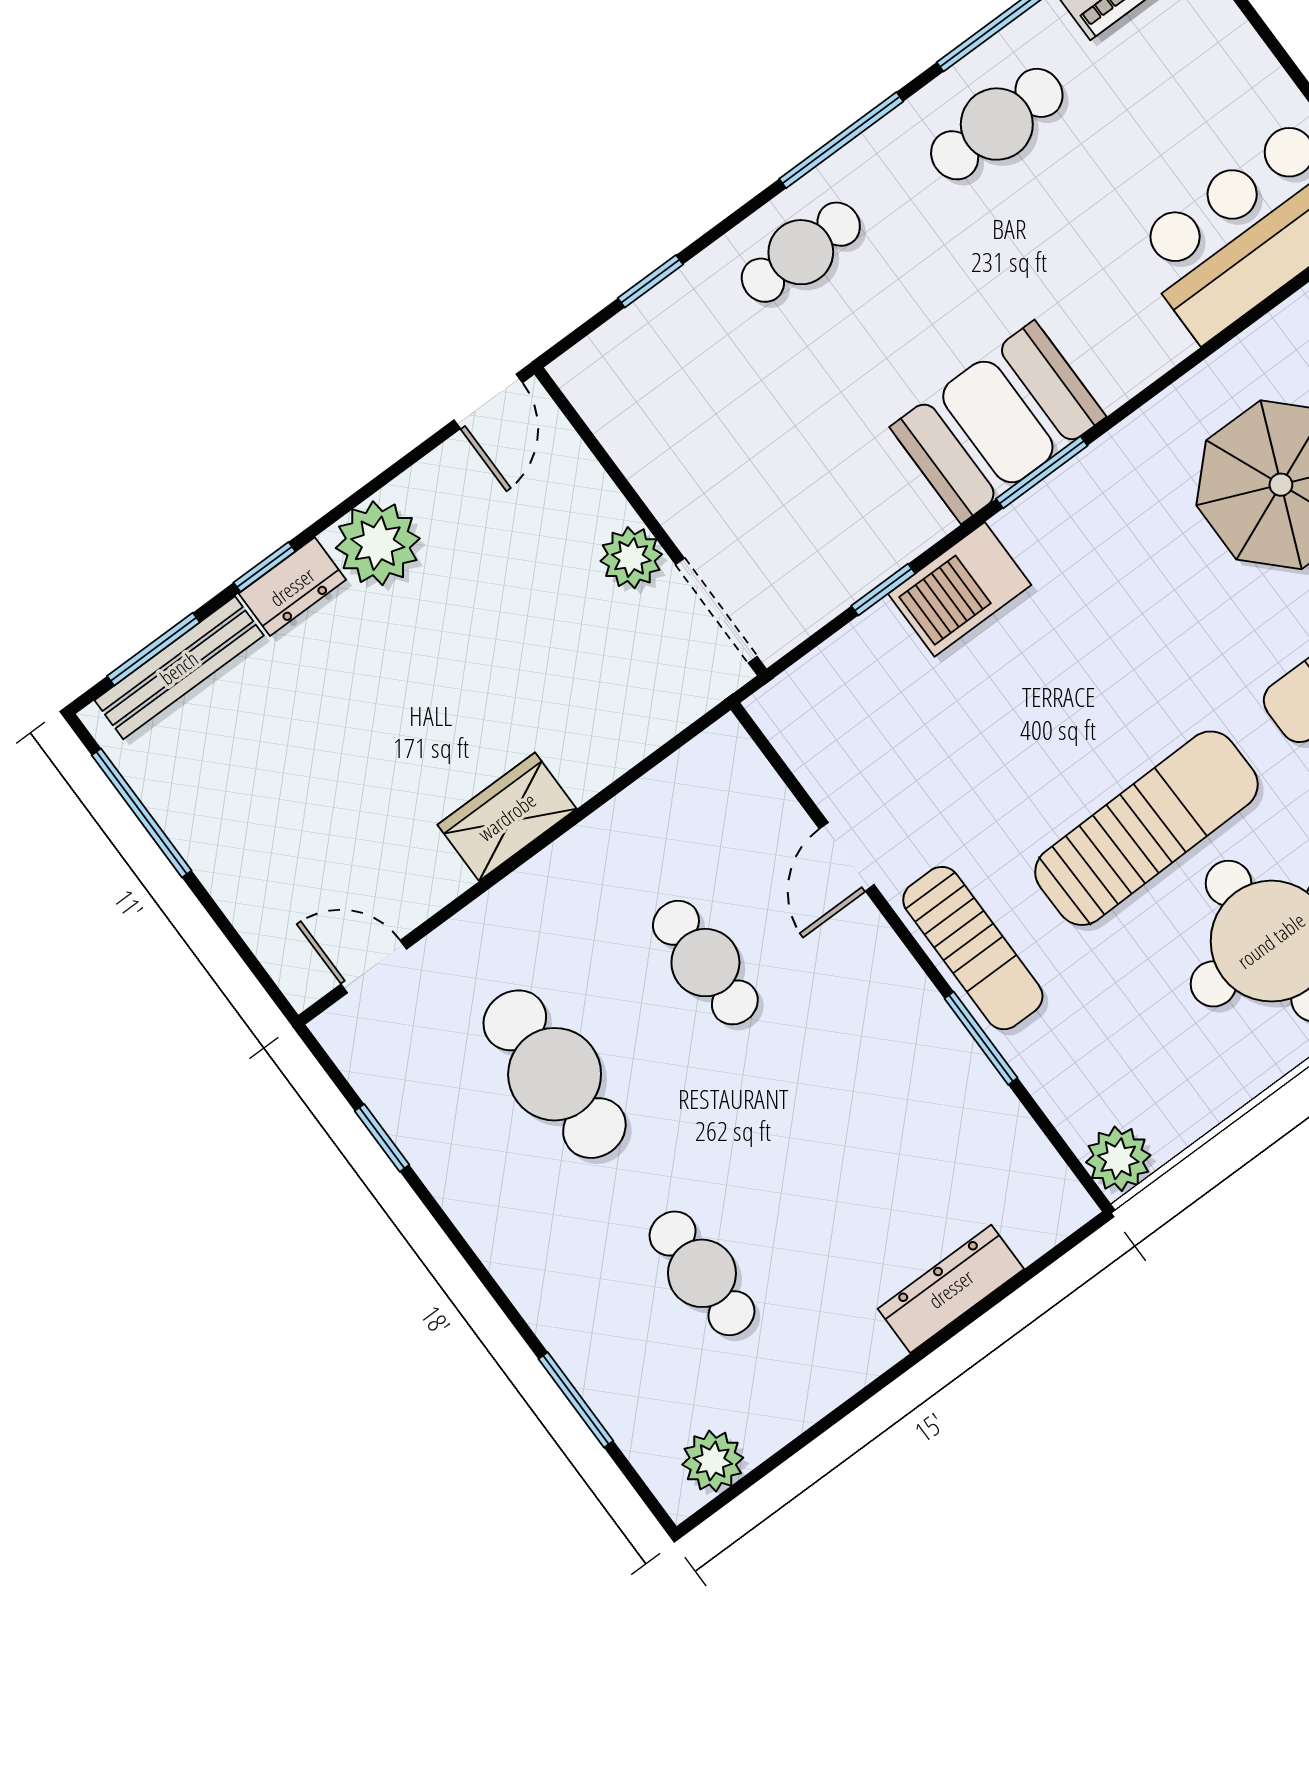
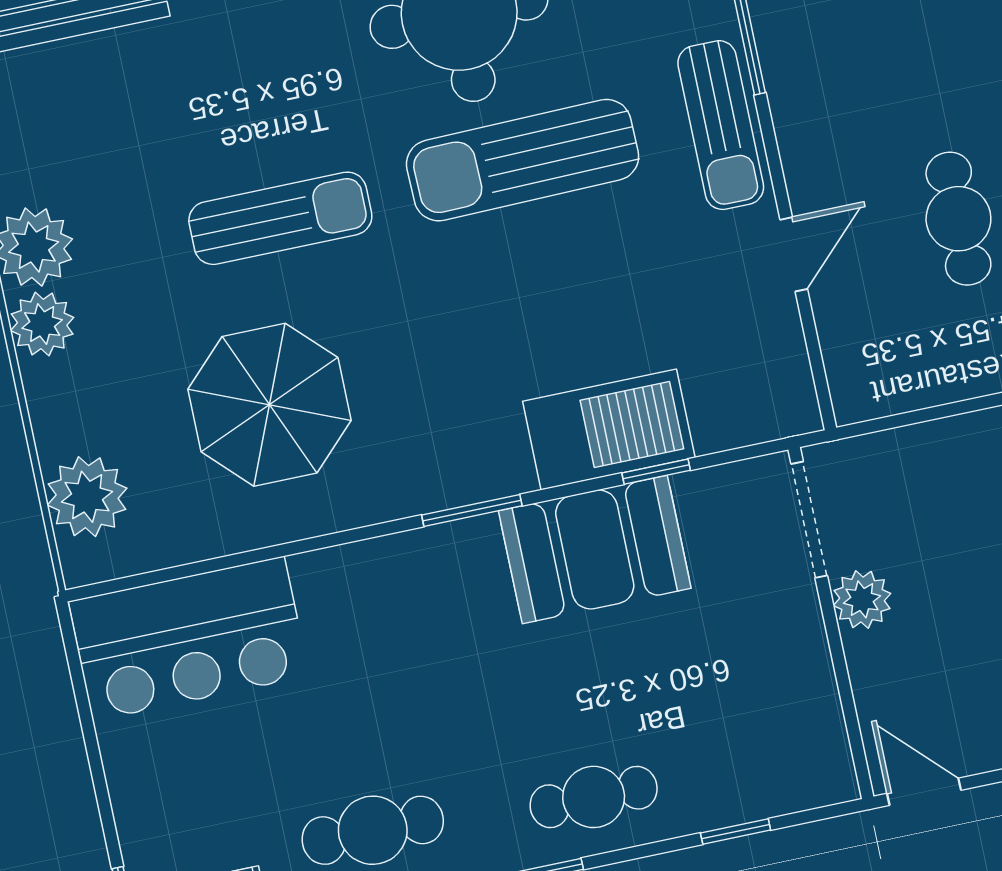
door: (488, 401) -> (924, 792), hinge flipped
booth: (998, 422) -> (595, 549), moved
barbecue: (960, 589) -> (609, 429), width x1.37, depth x1.21
sun lounger: (973, 948) -> (721, 125), turned 180

